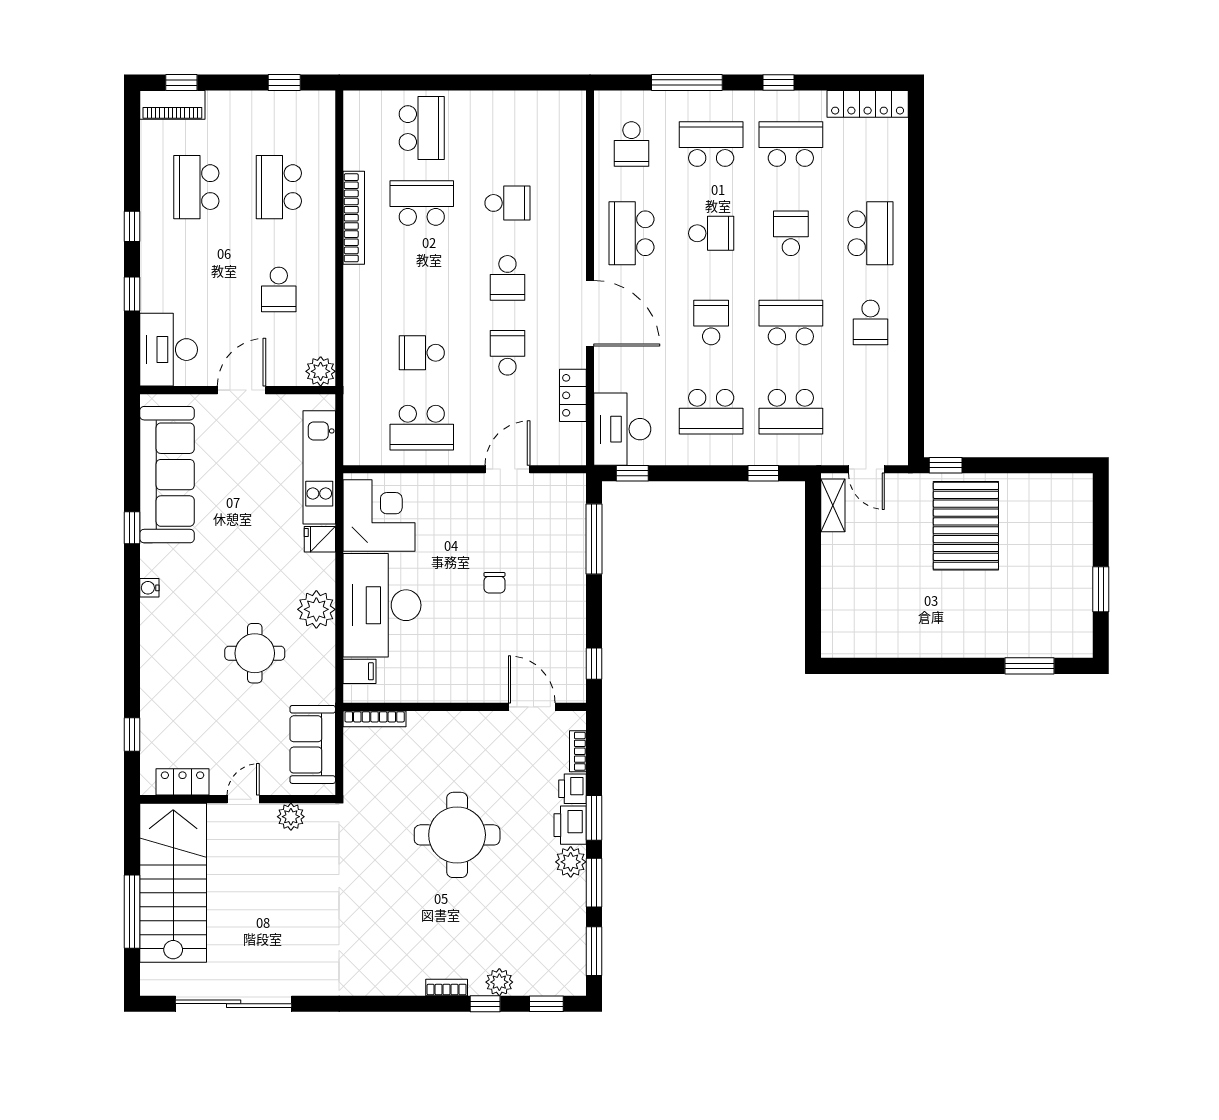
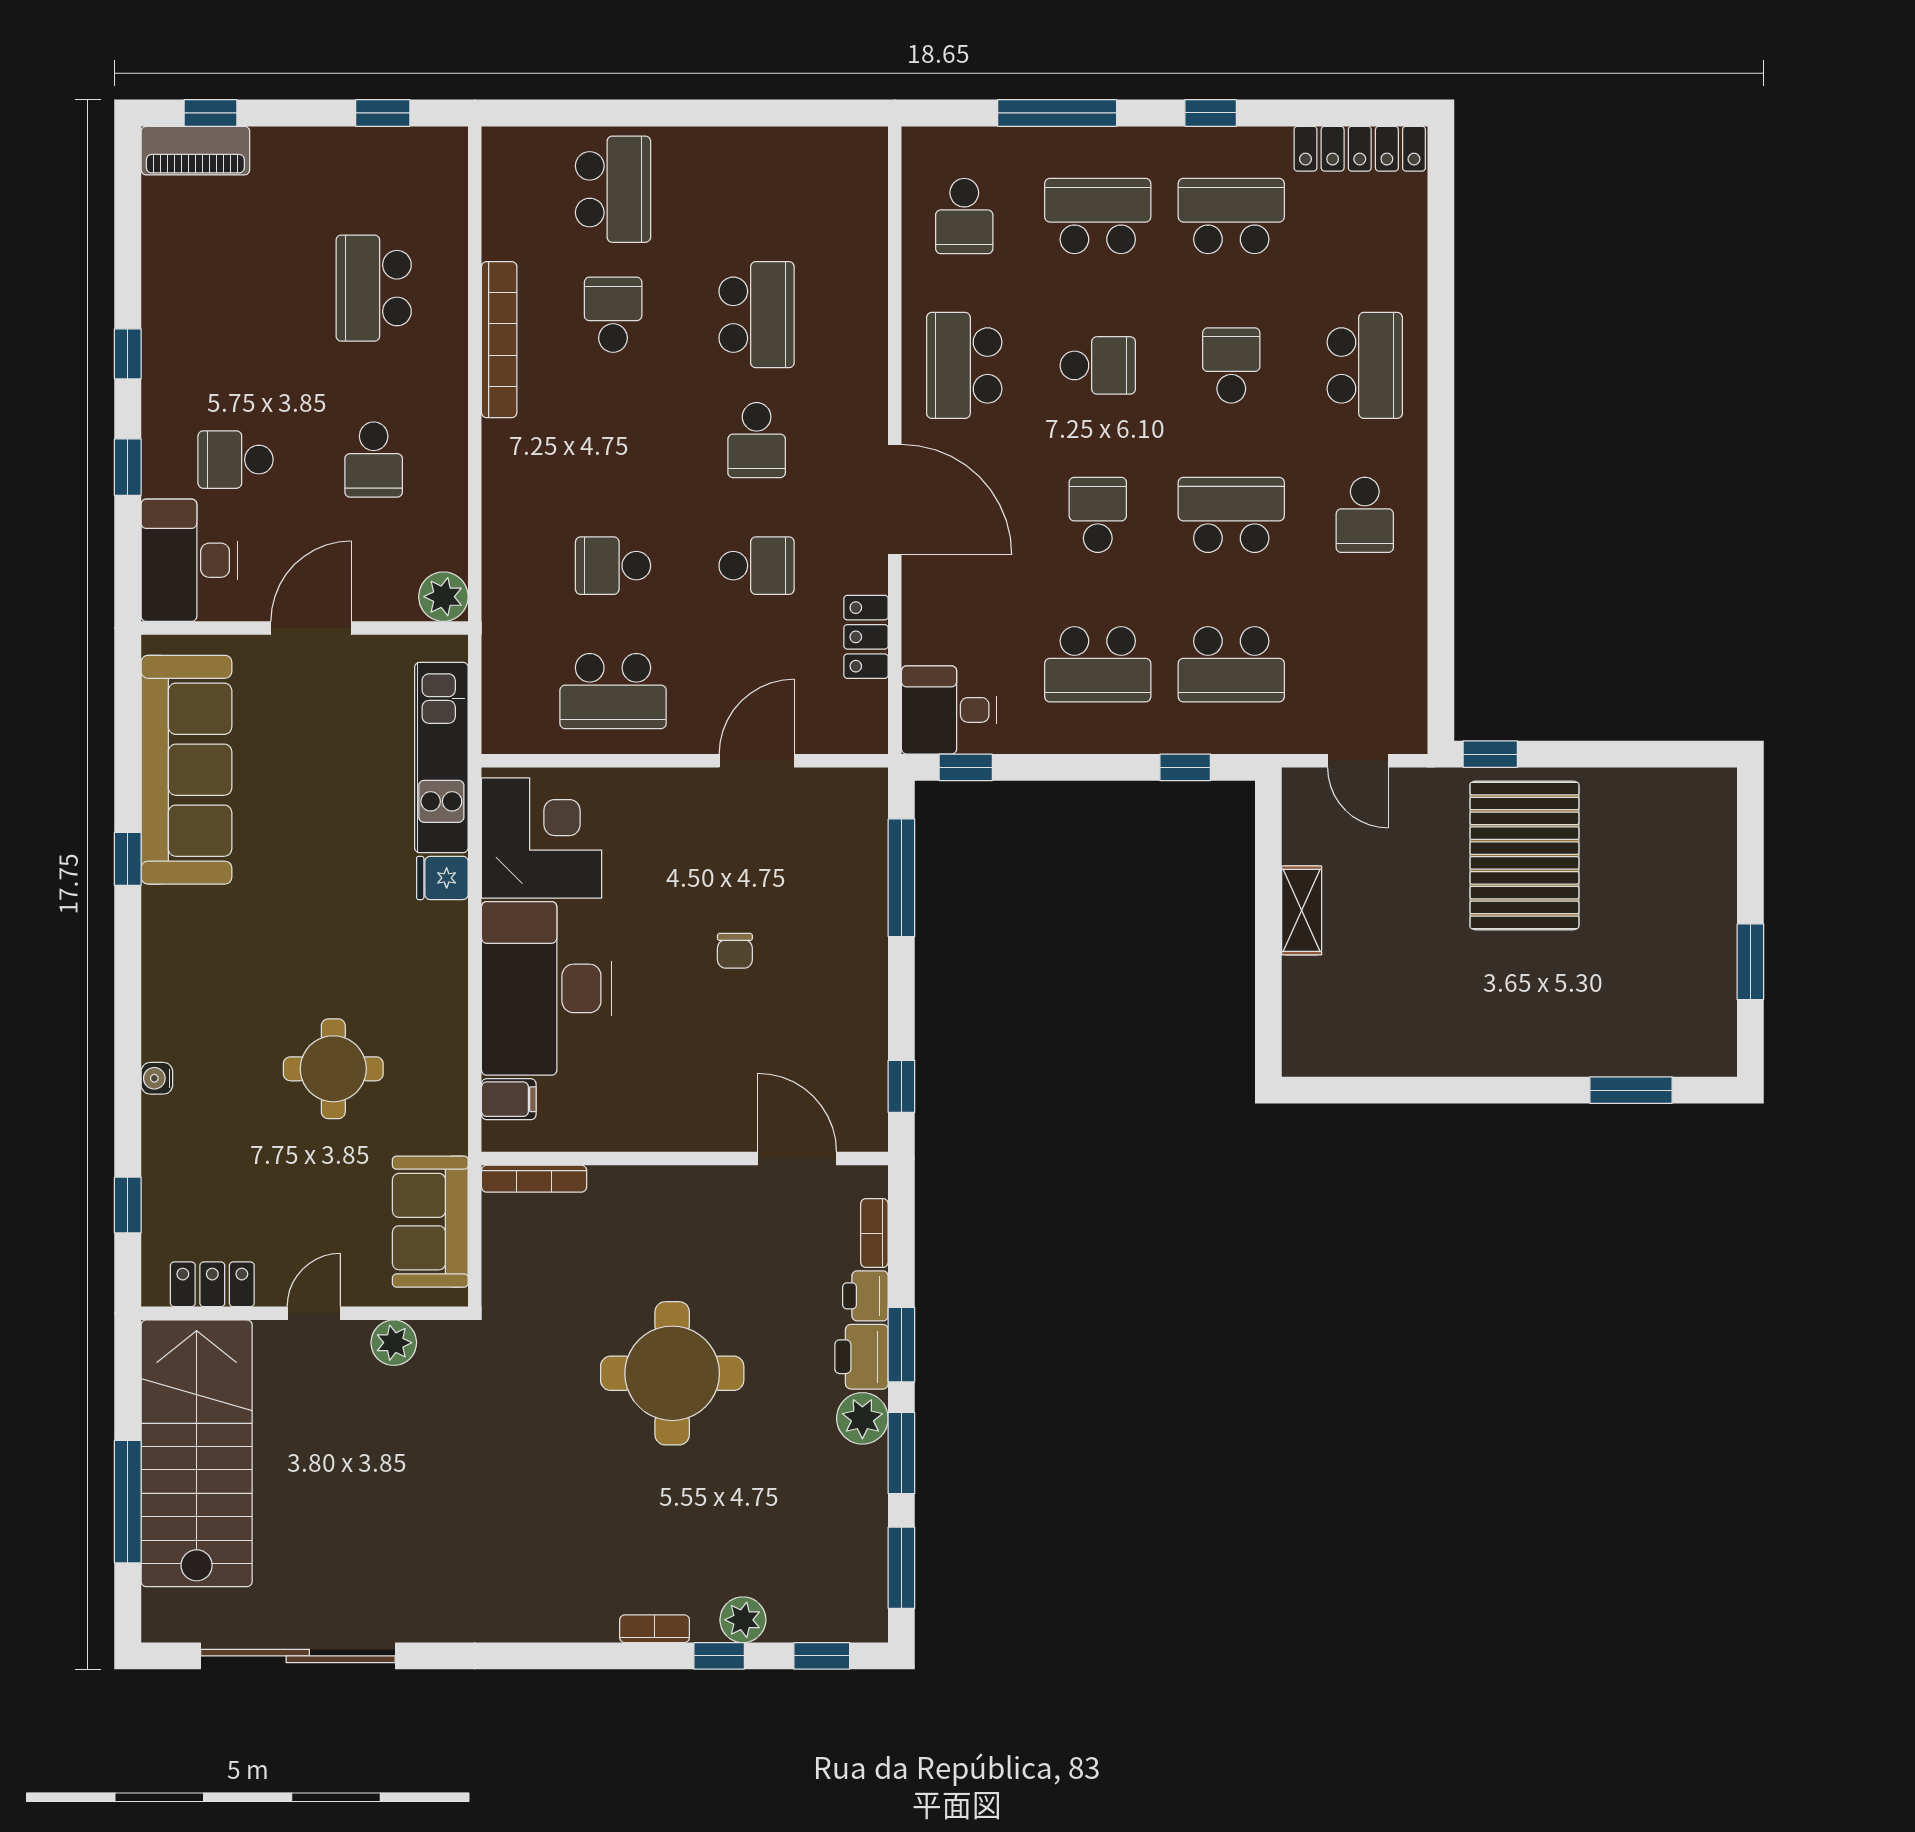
school desk: (196, 187) -> (236, 460), moved, width x0.54
school desk: (422, 203) -> (613, 315), width x0.54
school desk: (507, 203) -> (757, 315), width x1.85
school desk: (507, 353) -> (757, 566), turned 90
desk: (622, 429) -> (949, 710), width x0.73
shelving: (833, 505) -> (1302, 910), moved
water cooler: (149, 588) -> (157, 1078), moved
plant: (316, 609) -> (436, 995), removed

